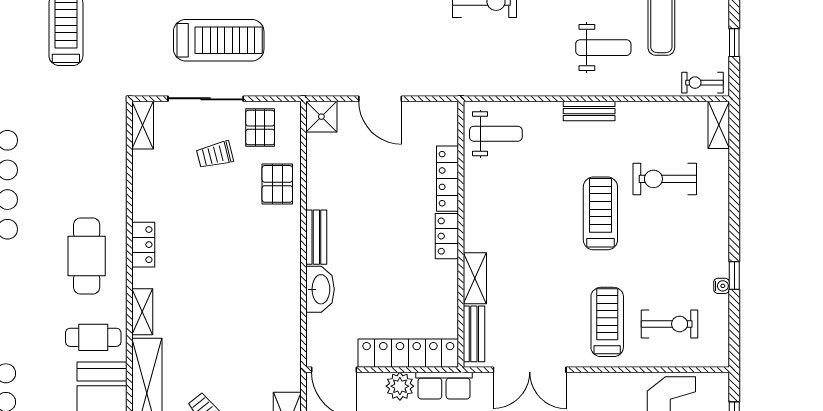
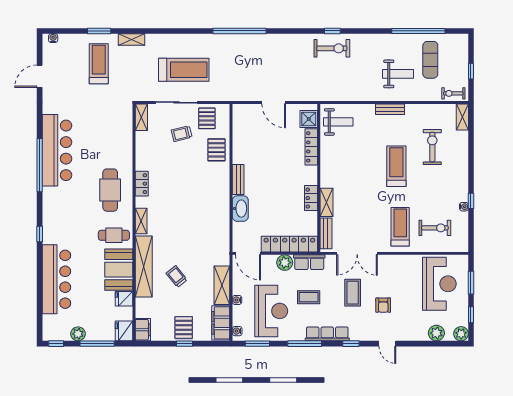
shower: (321, 117) -> (309, 119), moved
exercise bike: (665, 179) -> (432, 147), turned 90
locker: (447, 236) -> (311, 198), moved

